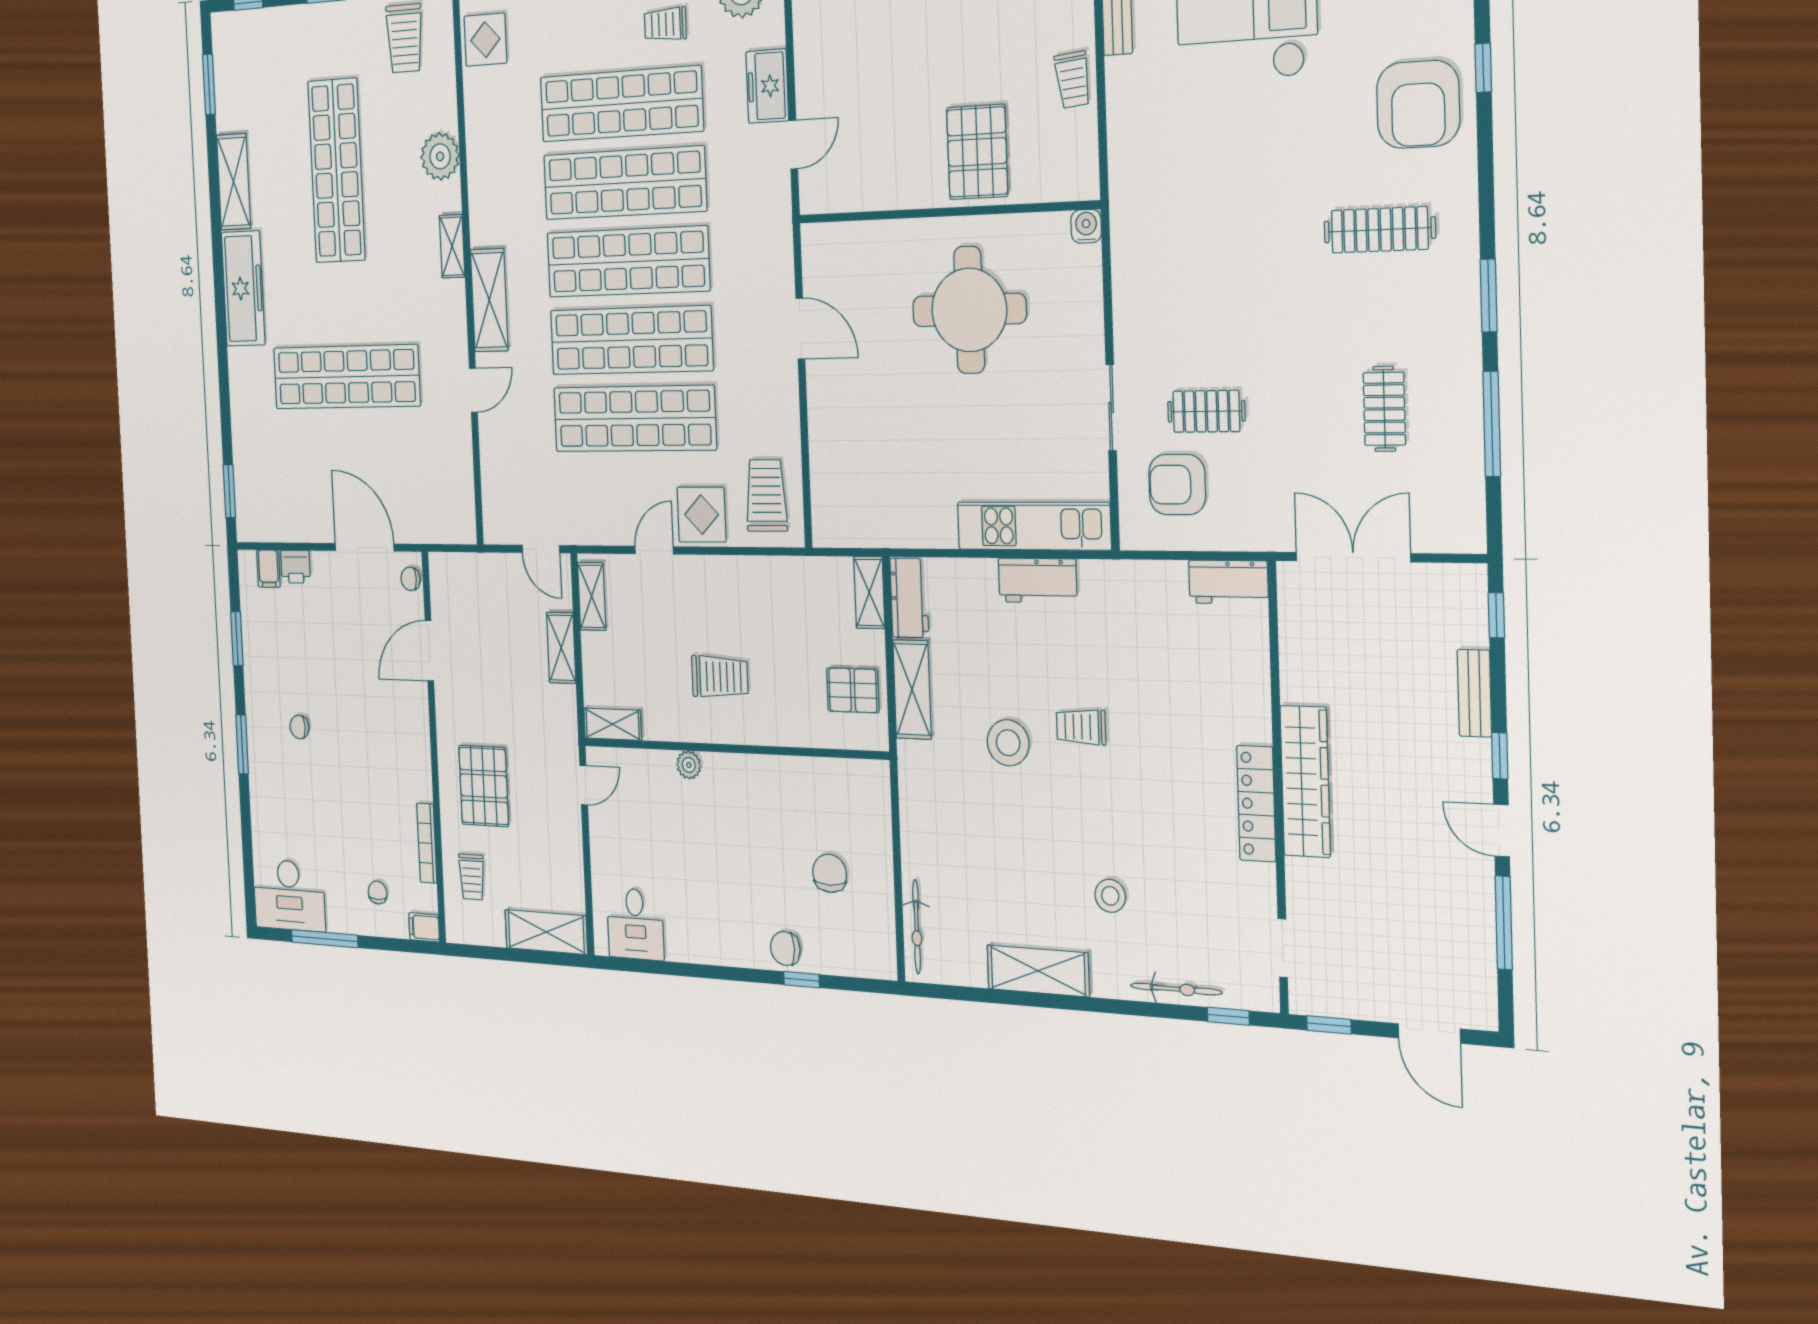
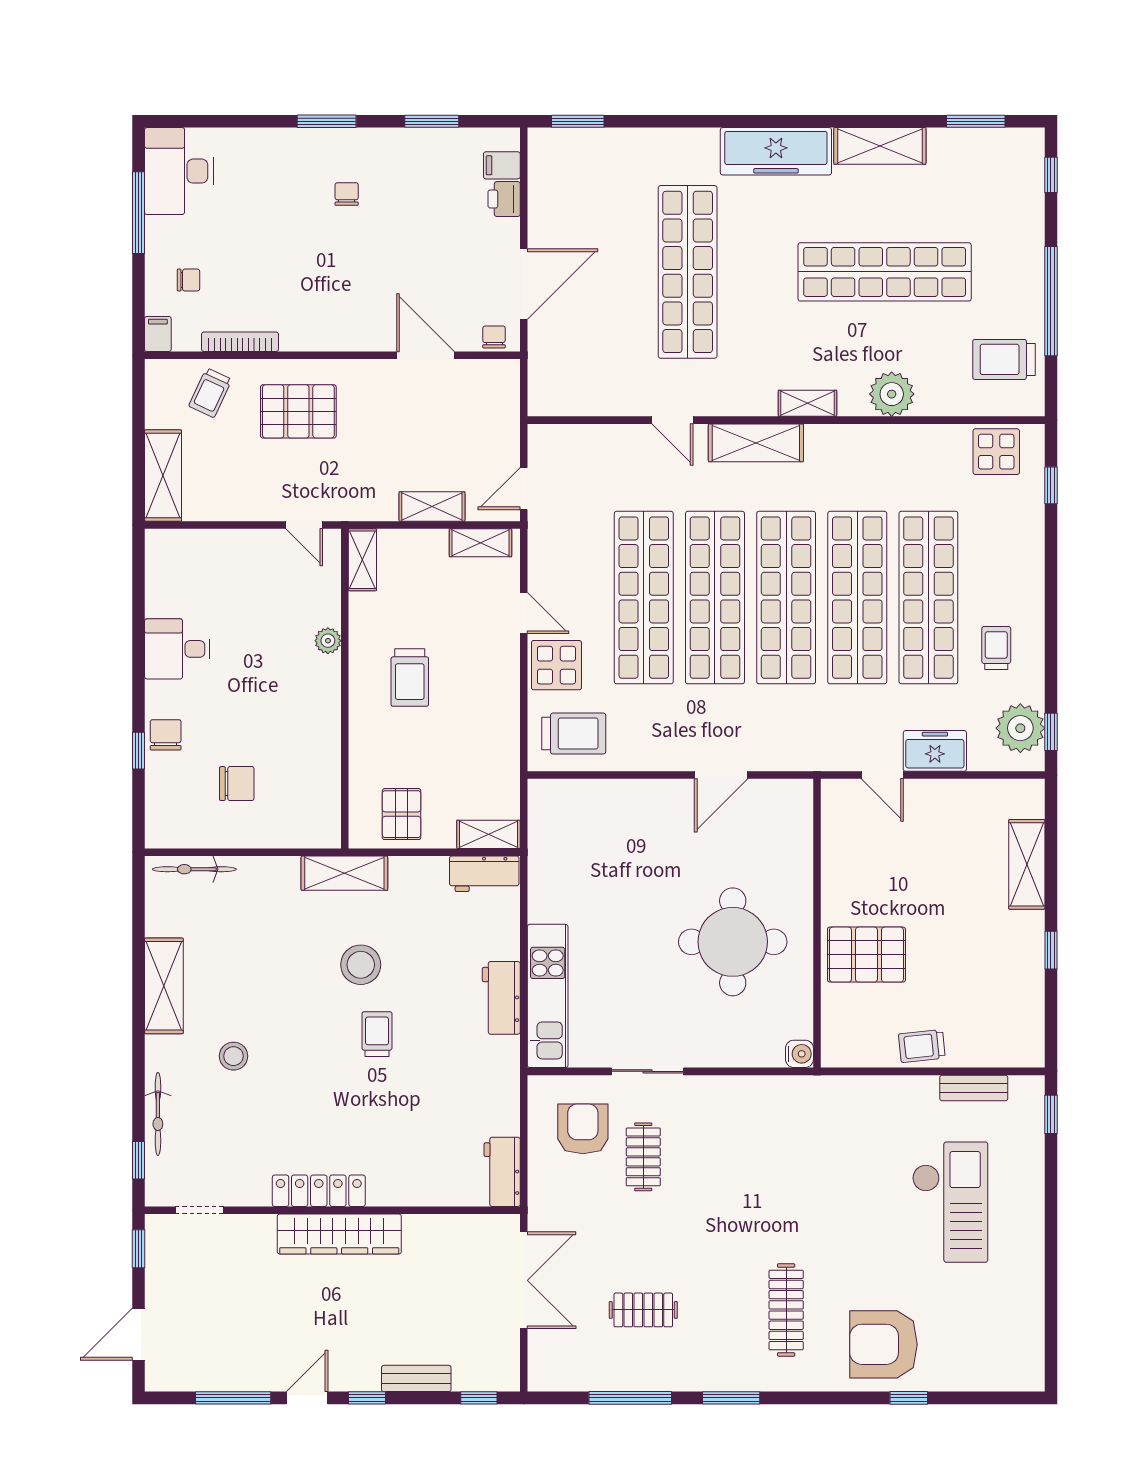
shelving: (912, 689) -> (344, 873), moved
trolley: (472, 877) -> (210, 393), turned -65
desk: (635, 924) -> (177, 649), moved

